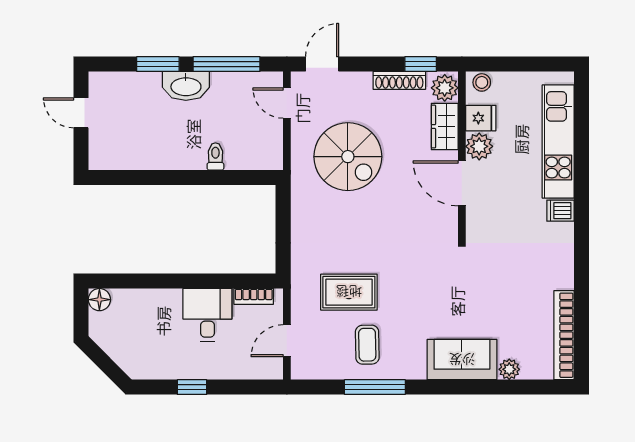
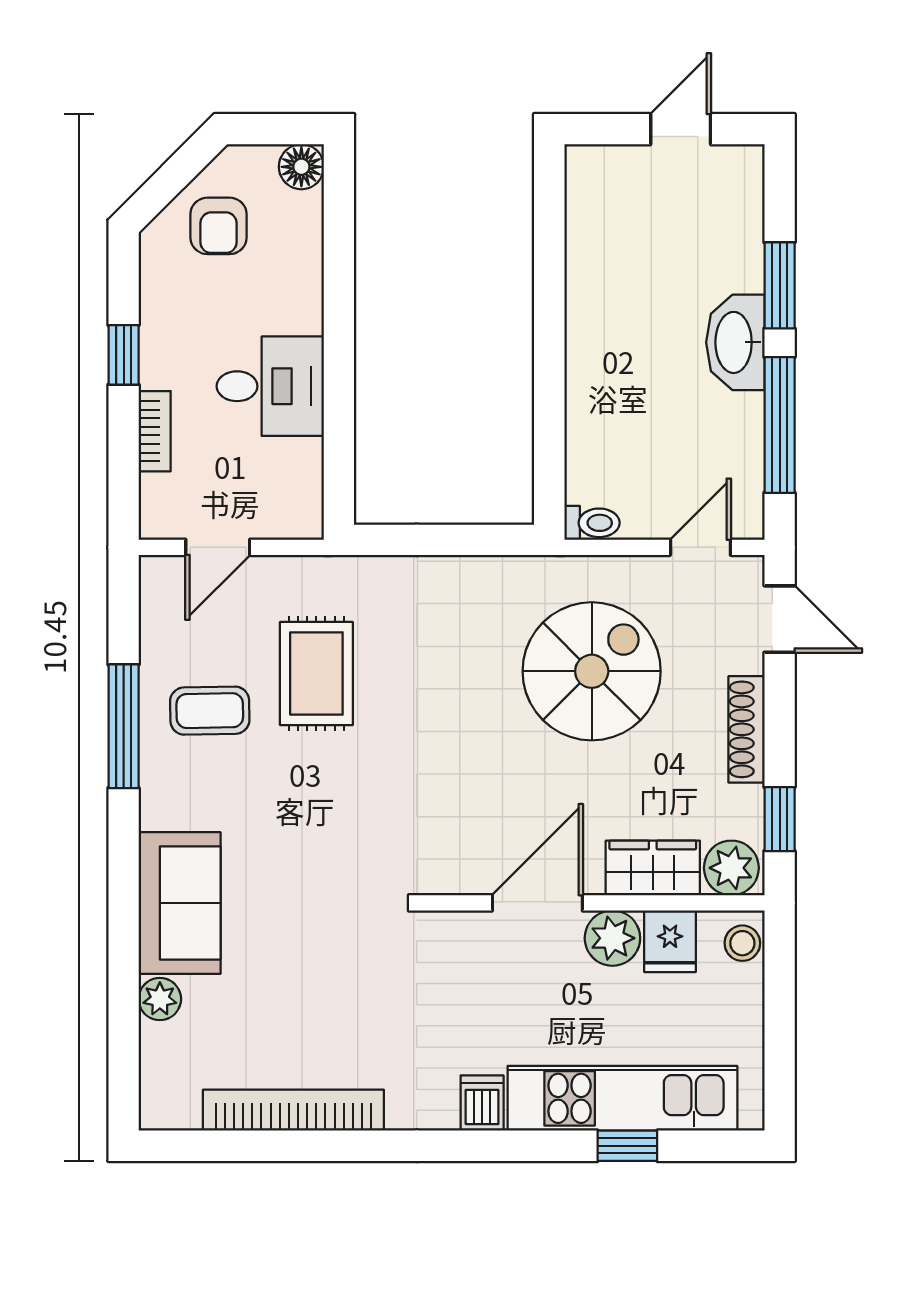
shoe rack: (399, 80) -> (746, 729), moved
window: (581, 139) -> (627, 1146), added
toilet: (215, 156) -> (592, 523), moved
spiral stairs: (348, 157) -> (592, 671), turned 180
bookcase: (254, 296) -> (155, 431), moved, turned 180
bookcase: (564, 335) -> (293, 1110), moved
armchair: (129, 340) -> (218, 226), added
door: (287, 341) -> (218, 547), swing flipped

